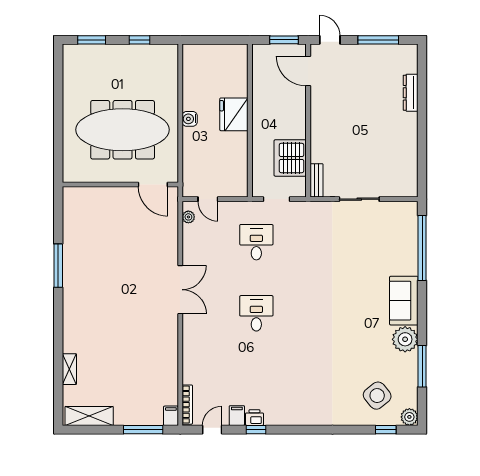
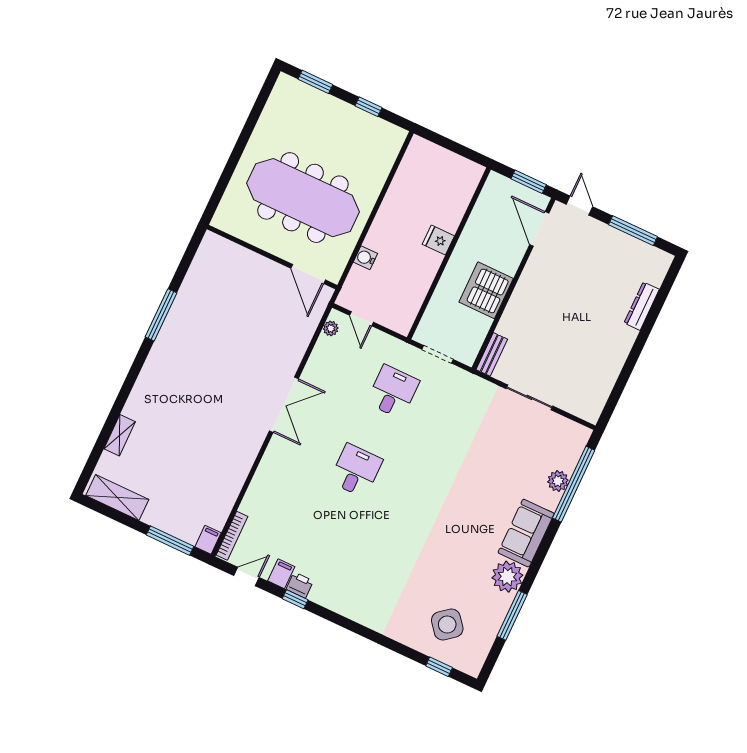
fridge: (234, 114) -> (438, 240), width x0.53, depth x0.75
water cooler: (190, 119) -> (365, 258), moved
server rack: (290, 158) -> (486, 290), moved
plant: (409, 417) -> (558, 481), moved

